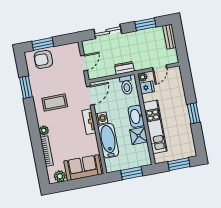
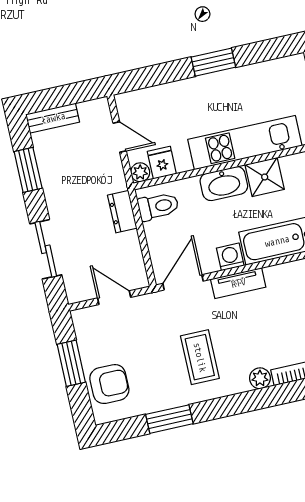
window: (43, 44) -> (71, 363), moved
armchair: (43, 59) -> (109, 384), turned -90
door: (90, 96) -> (183, 282), hinge flipped

